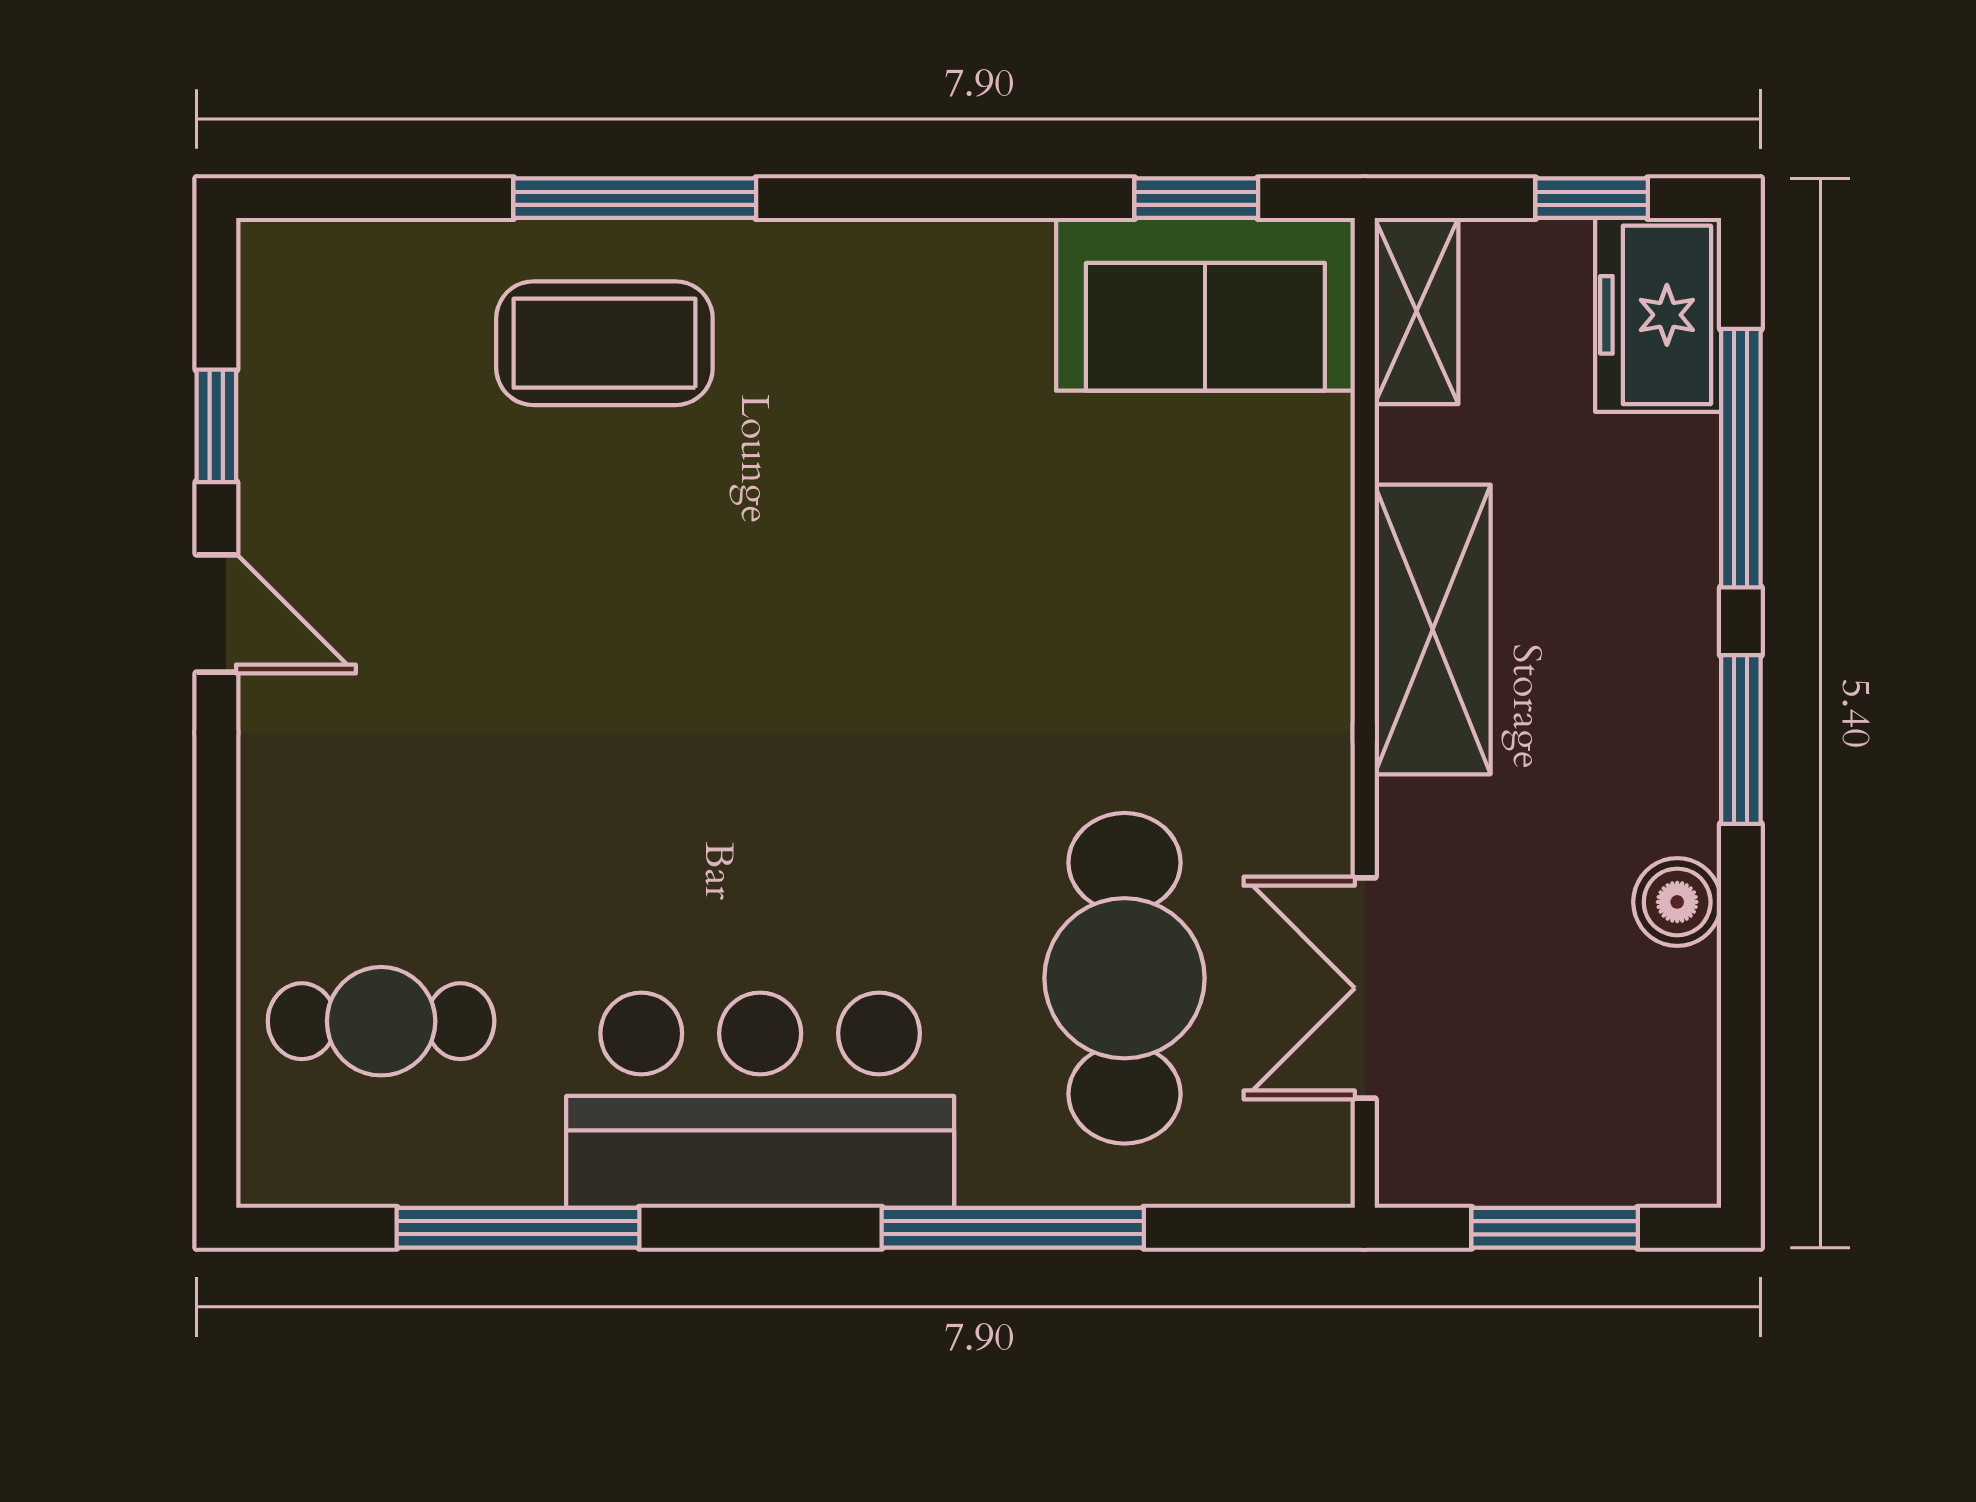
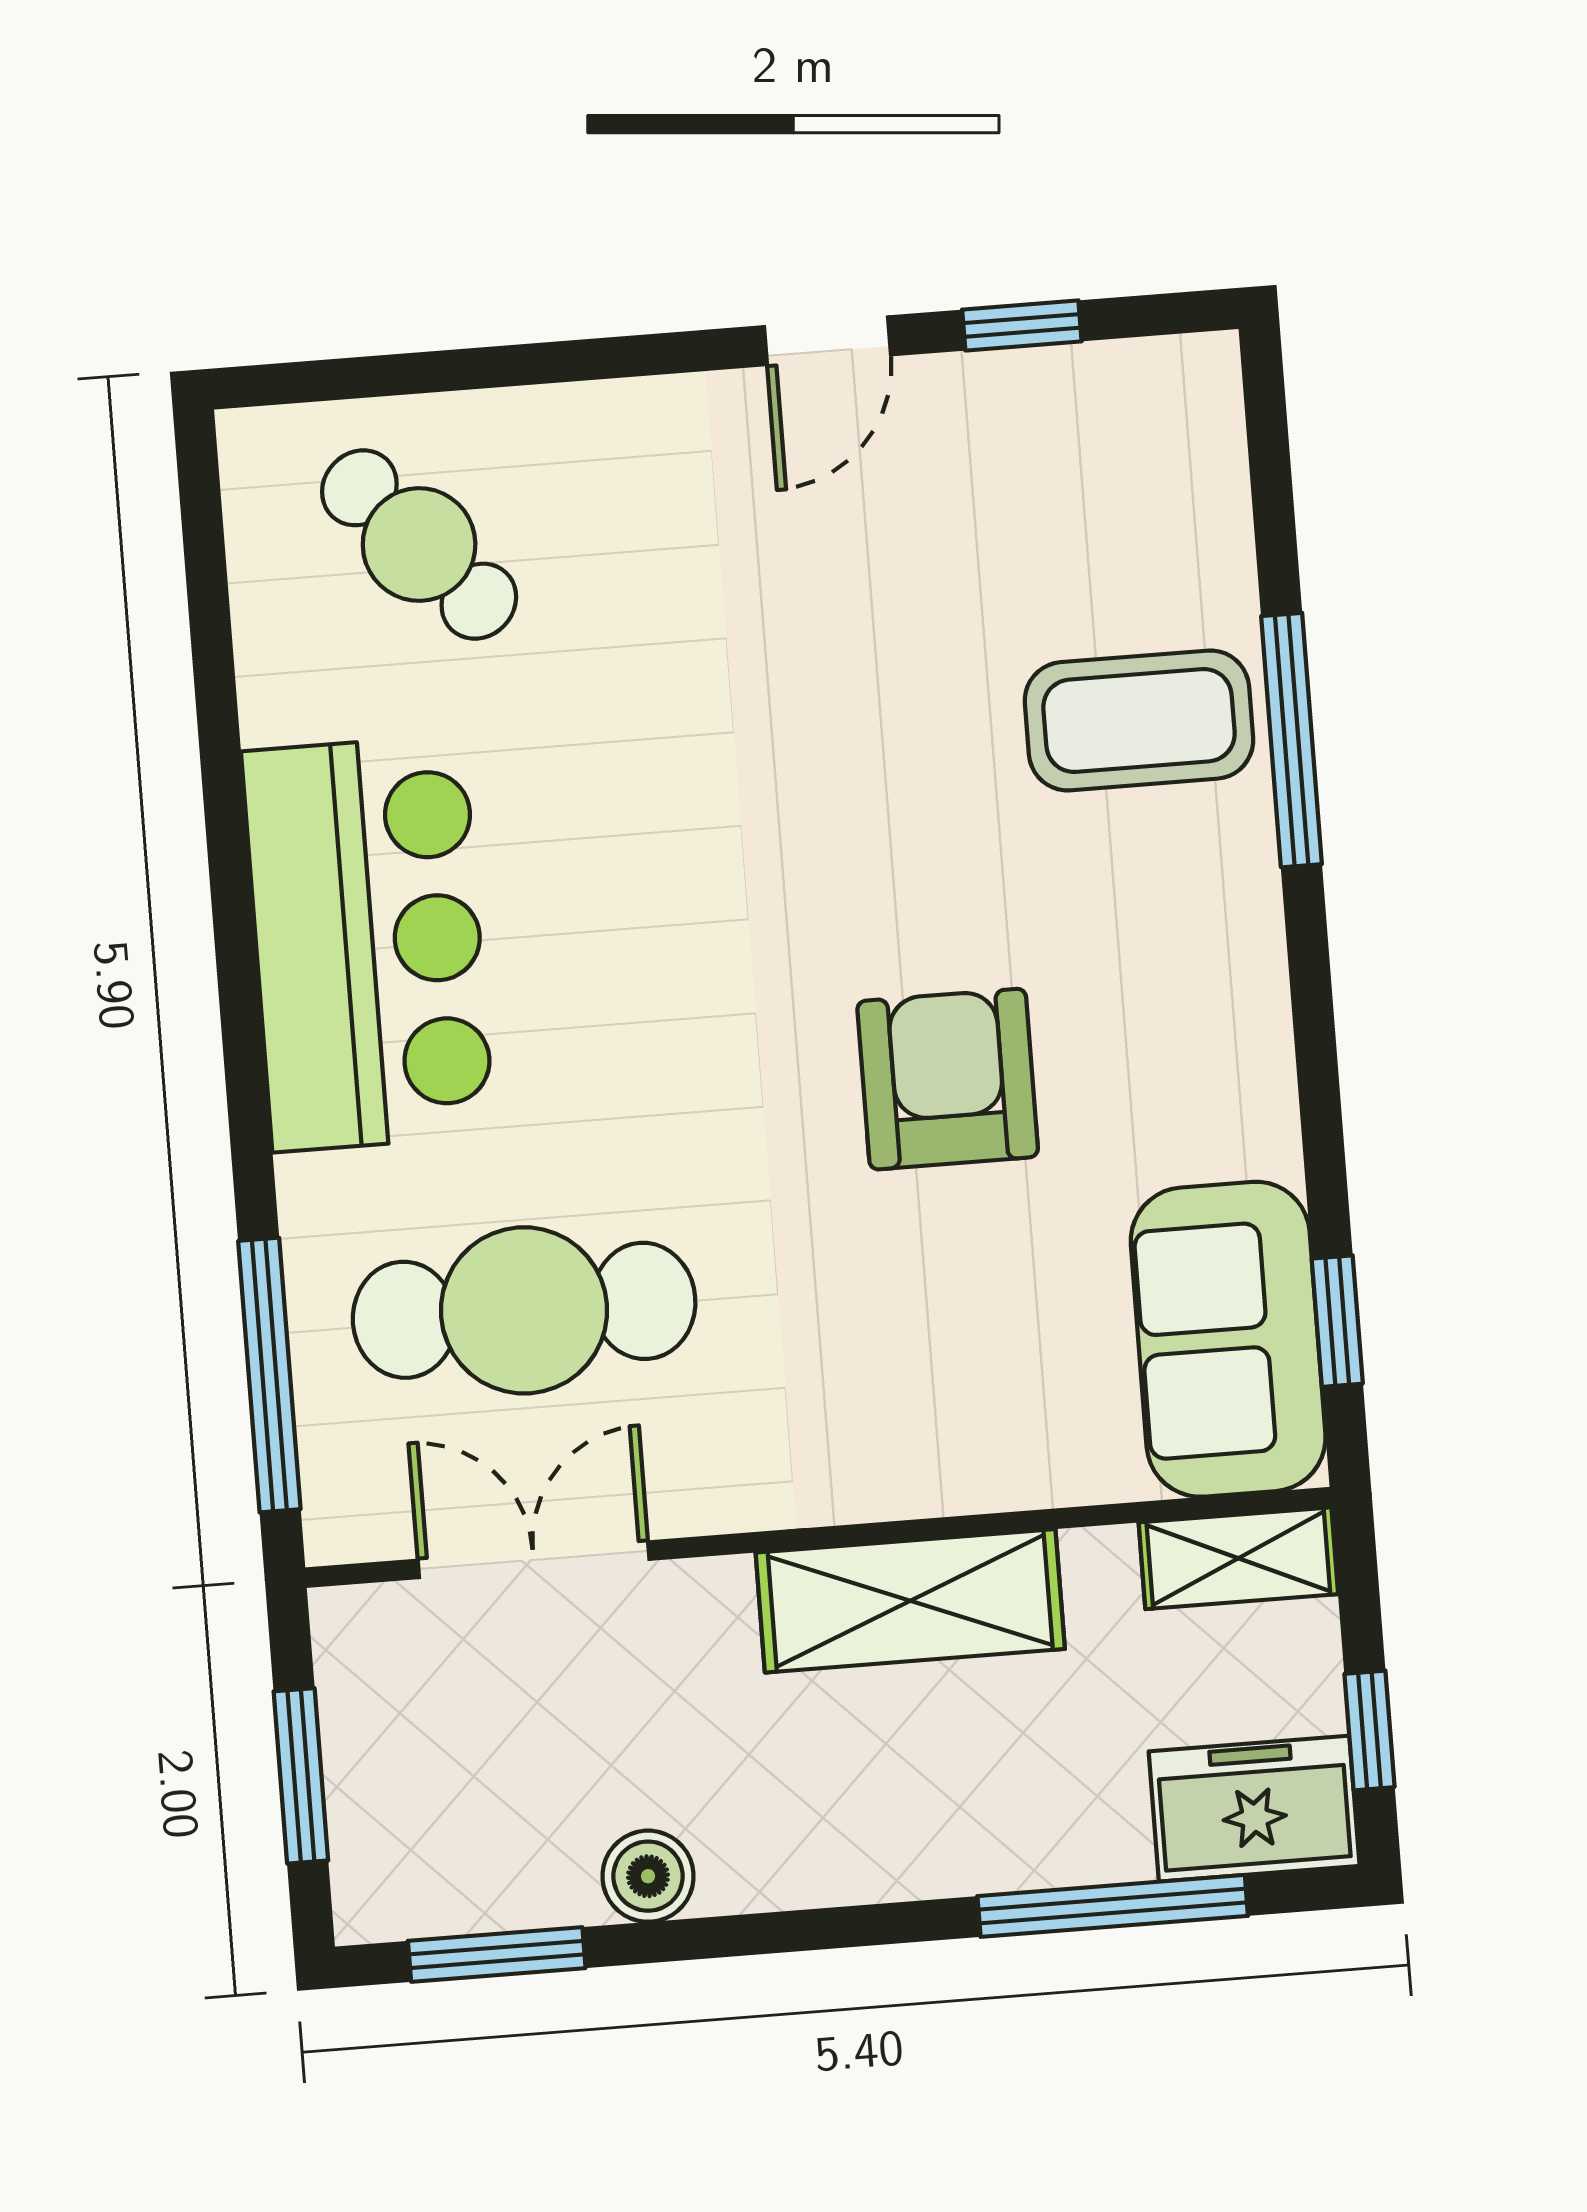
coffee table: (604, 343) -> (1139, 720), turned 90
armchair: (934, 554) -> (948, 1079), added
window: (1741, 740) -> (497, 1954), moved
cafe table: (381, 1021) -> (419, 544), turned -42
window: (518, 1228) -> (216, 703), removed
window: (1013, 1228) -> (269, 1375), moved

